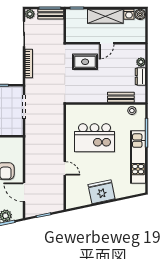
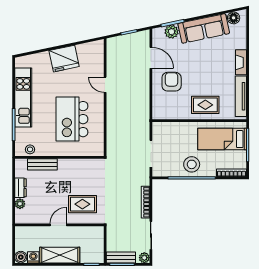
kitchen island: (94, 138) -> (72, 119), turned -90

